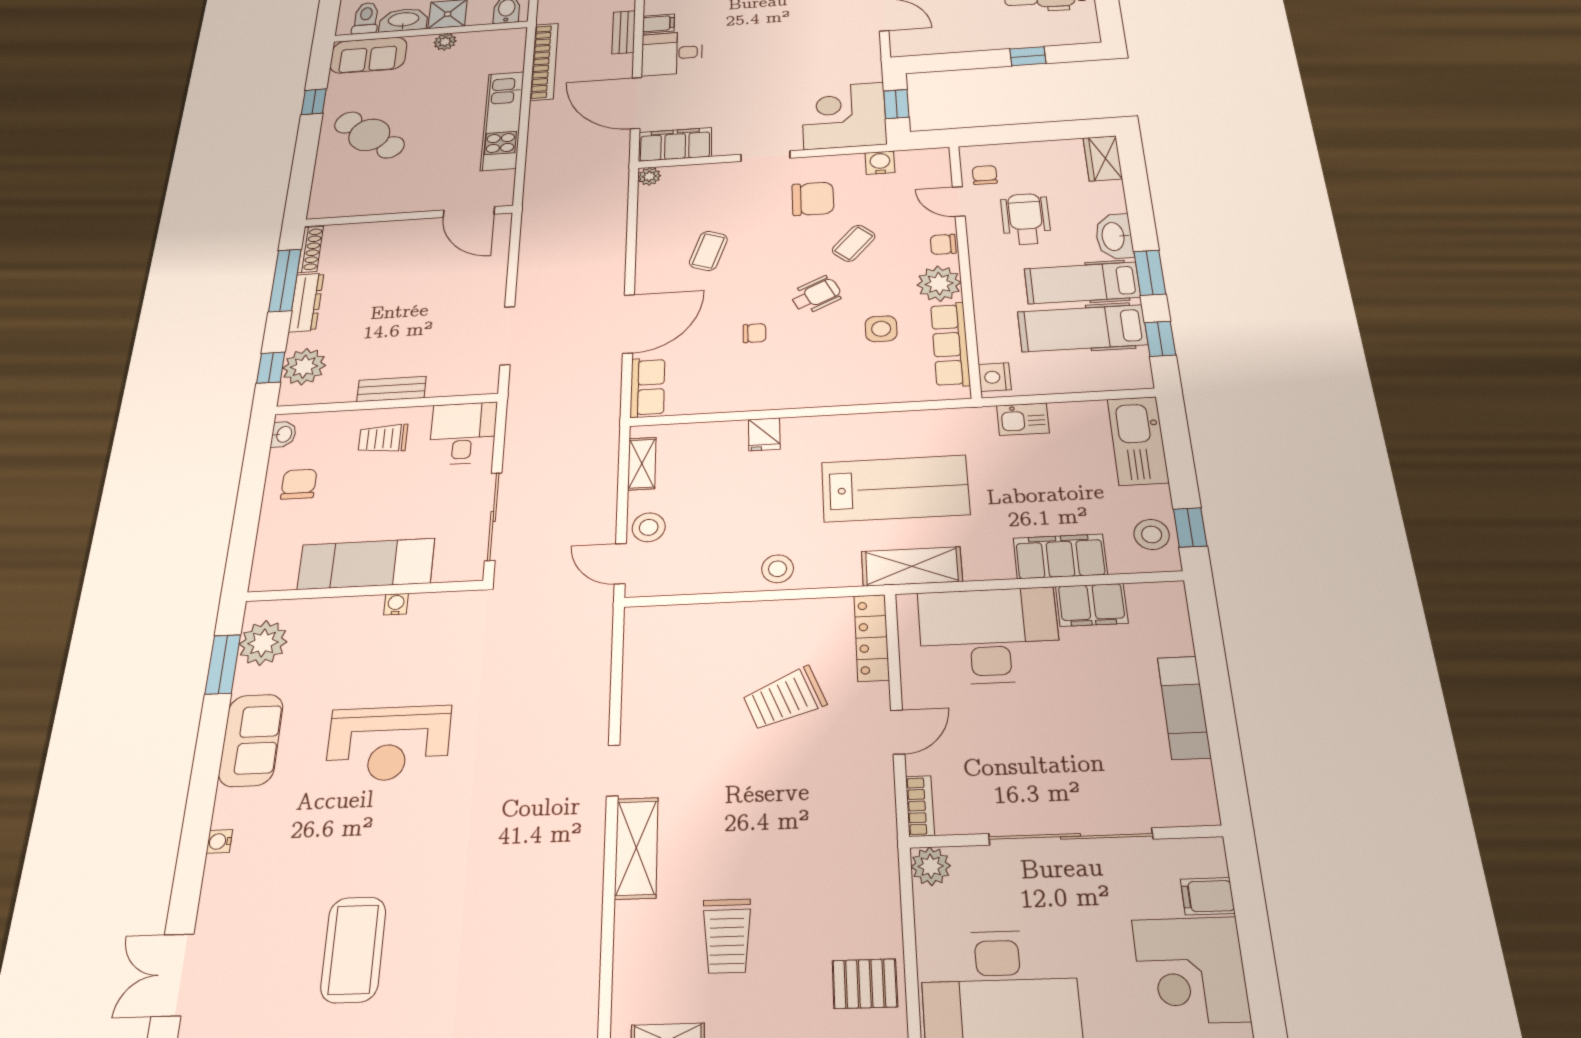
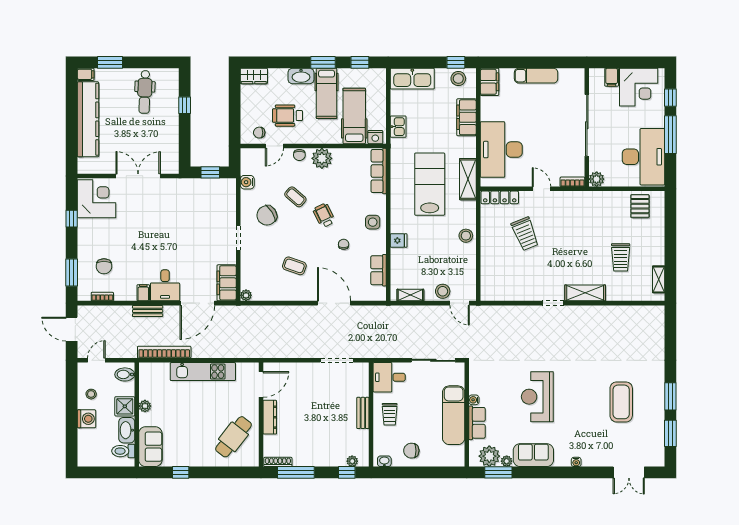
corner desk: (844, 116) -> (216, 199), removed
cafe table: (369, 135) -> (233, 437), moved
chair: (813, 199) -> (267, 215), turned -122
dresser: (306, 302) -> (270, 417), moved, turned 90
hospital bed: (1082, 328) -> (354, 116), moved, turned 180
side table: (881, 329) -> (373, 222), moved
row of seats: (950, 344) -> (379, 171), moved, turned 90
plant: (304, 367) -> (352, 461), width x0.53, depth x0.53
row of seats: (648, 387) -> (378, 270), moved, turned -90
door: (620, 564) -> (460, 303), hinge flipped
filing cabinet: (1092, 605) -> (489, 82), moved
row of seats: (343, 613) -> (477, 423), added
plant: (246, 681) -> (507, 461), added
reception desk: (388, 743) -> (537, 397), turned 180
trolley: (727, 936) -> (621, 257), turned 90
coffee table: (353, 949) -> (621, 402), turned 90

